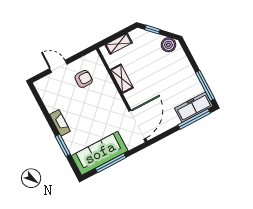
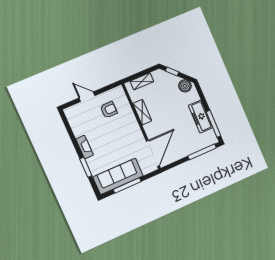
freezer: (194, 107) -> (201, 117), moved, turned -90

